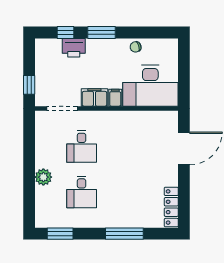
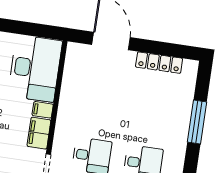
locker: (171, 207) -> (159, 63), moved

